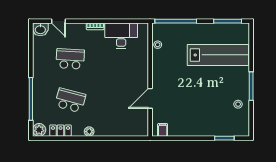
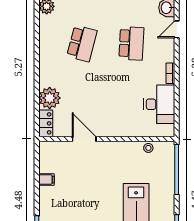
filing cabinet: (163, 130) -> (47, 180), moved
locker: (61, 131) -> (46, 123), moved
plant: (89, 132) -> (50, 98), moved, width x1.88, depth x1.88

